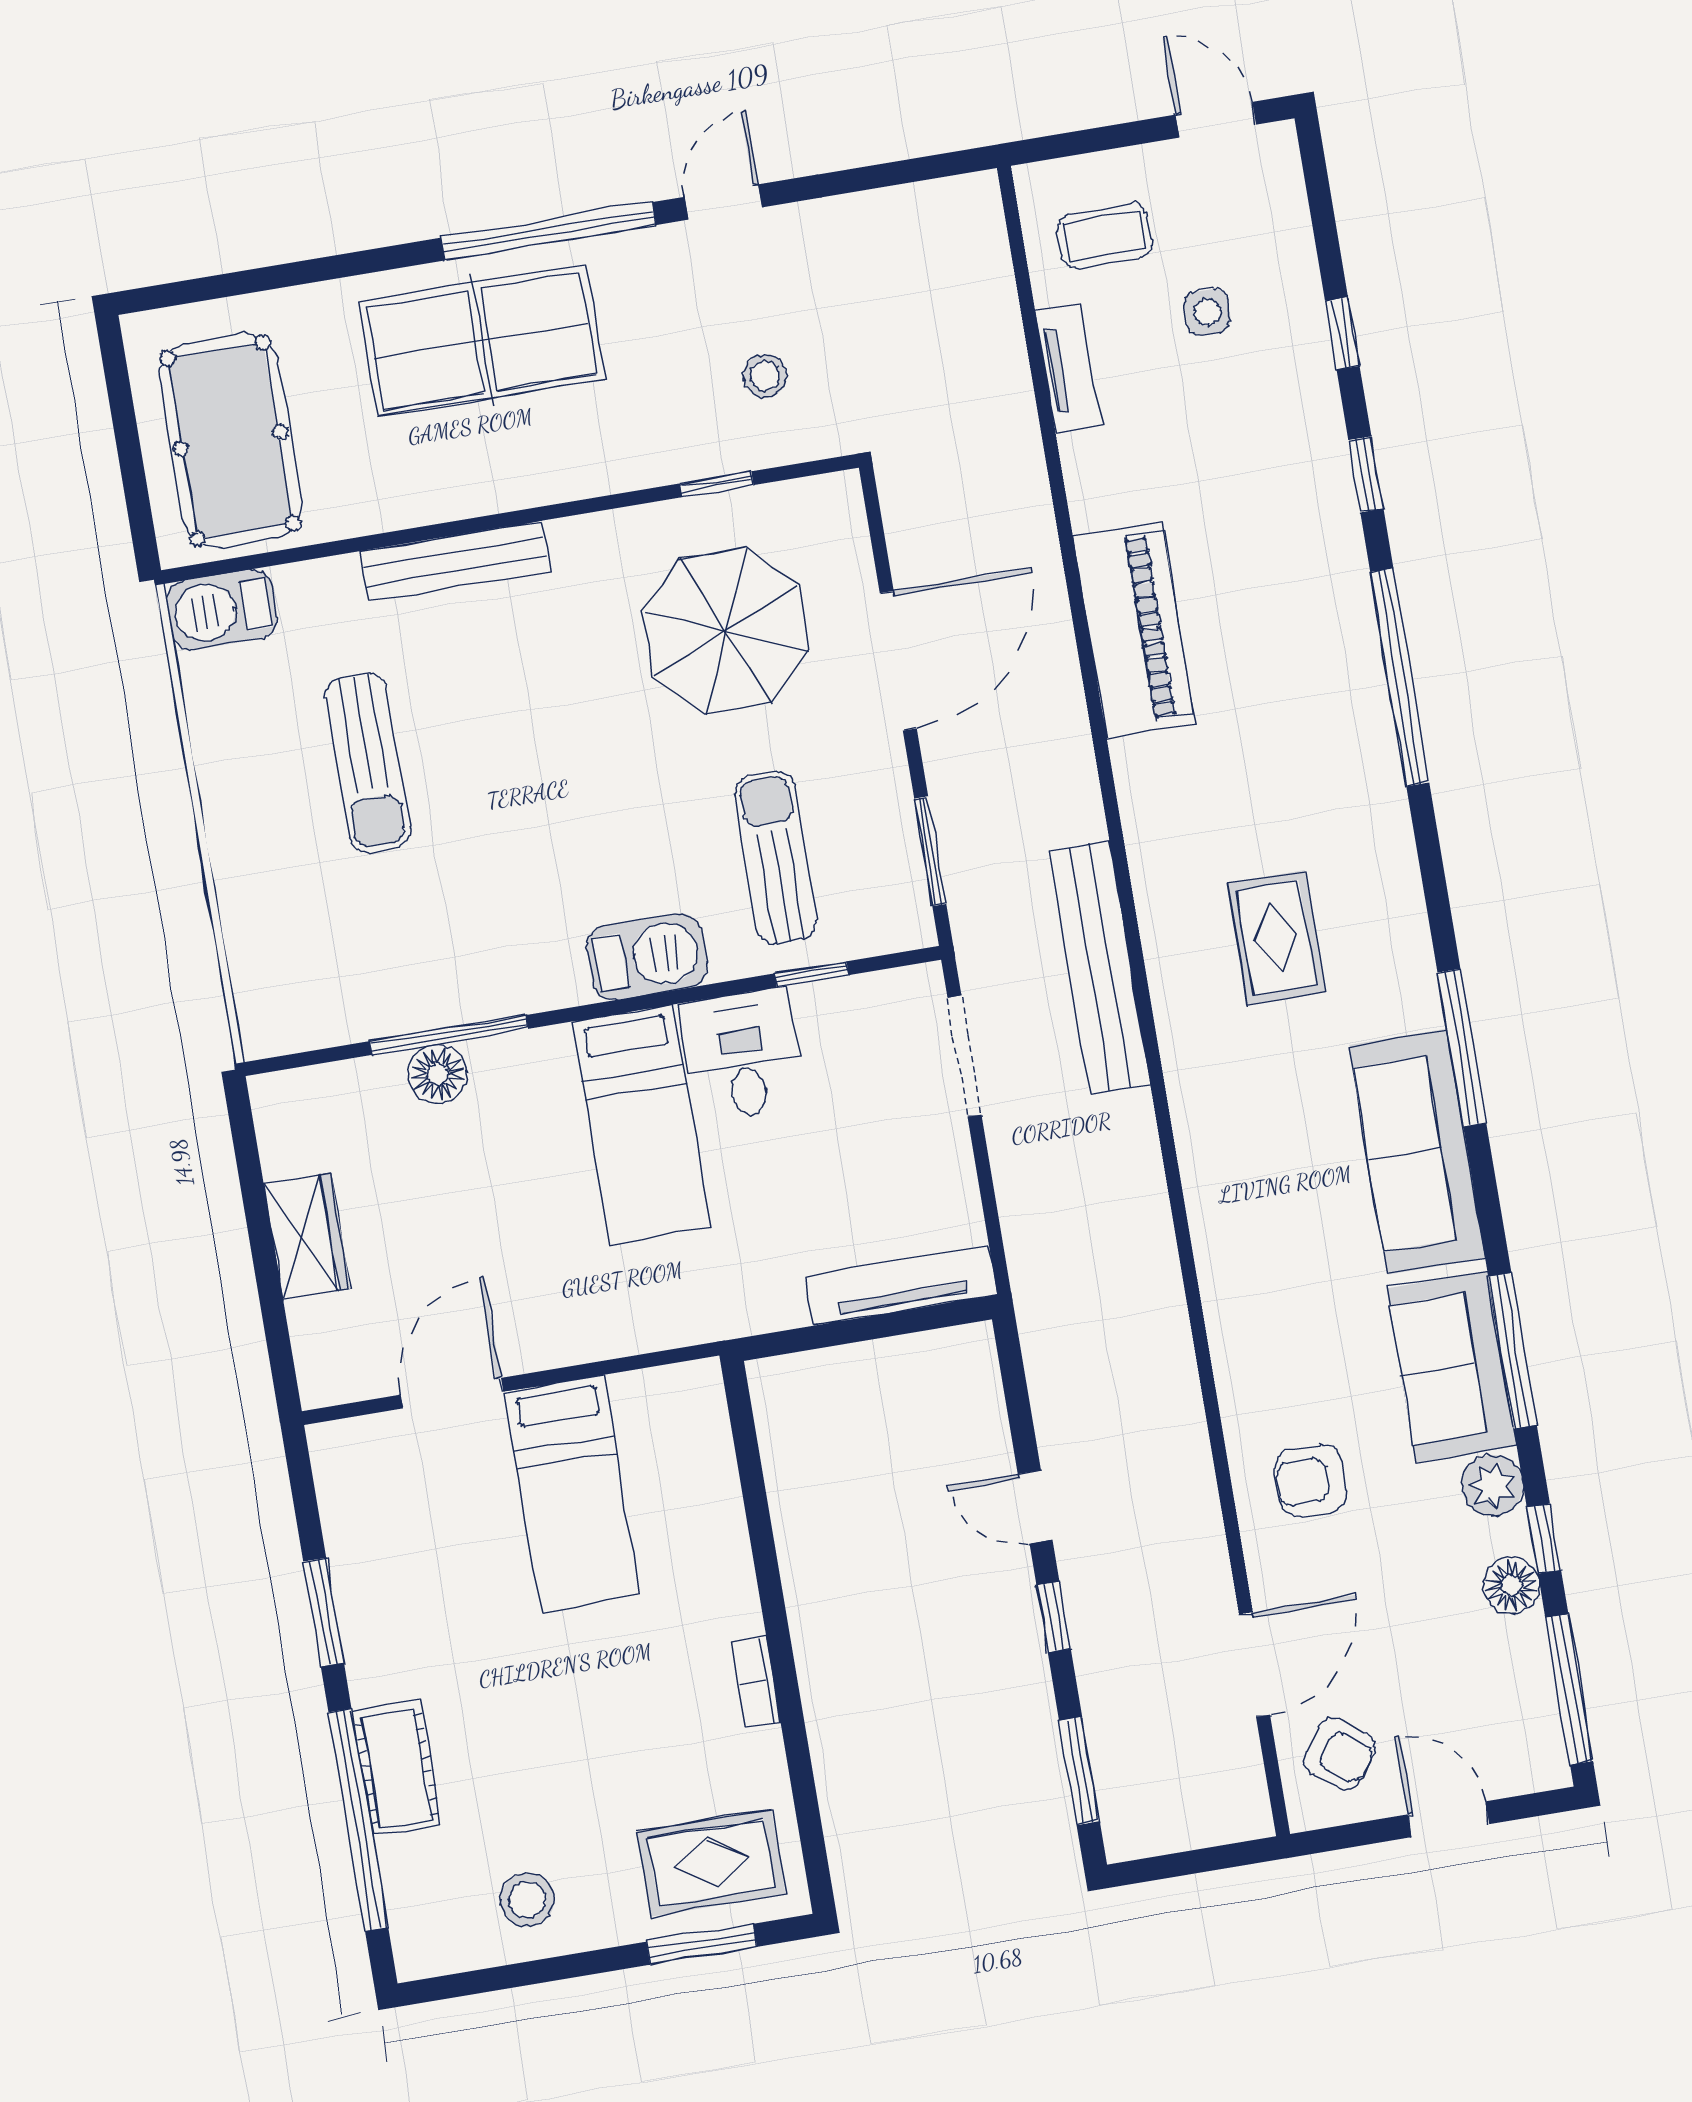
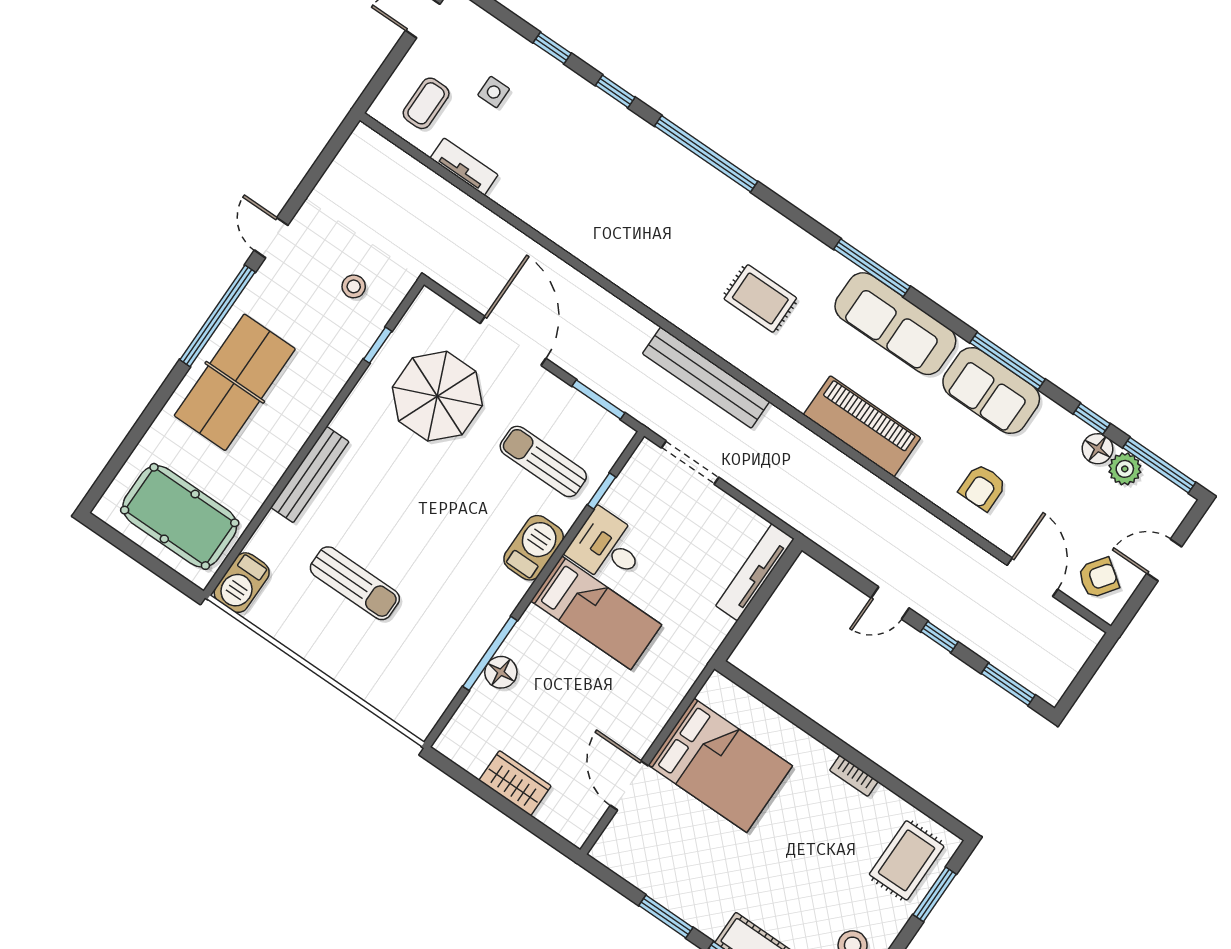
piano: (1134, 630) -> (862, 426), moved
plant: (1492, 1485) -> (1125, 469), moved
bed: (572, 1494) -> (720, 765), width x1.50

